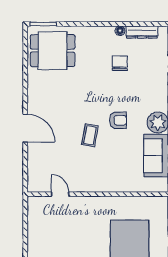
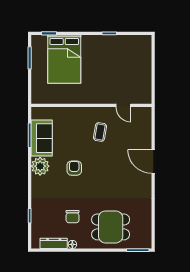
dining table: (53, 51) -> (111, 227), moved
armchair: (118, 120) -> (74, 168), turned 90
coffee table: (90, 135) -> (100, 132), moved

